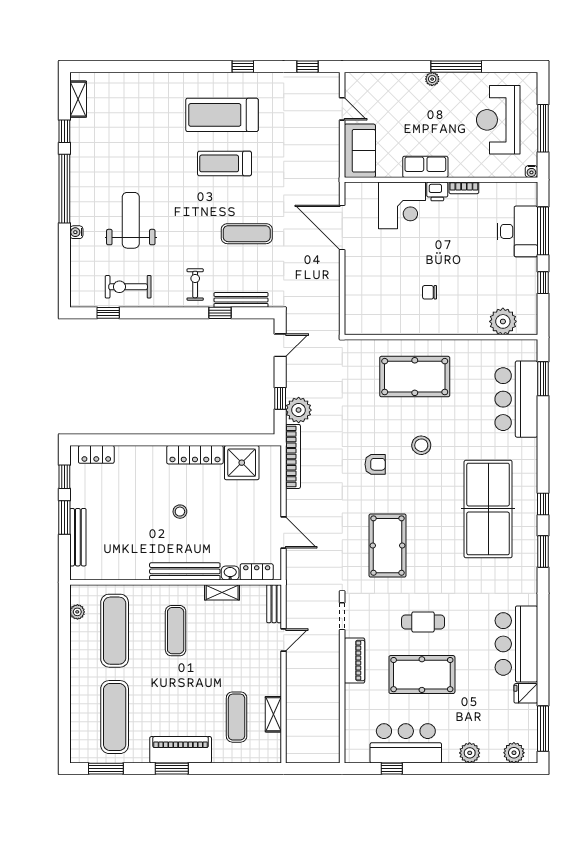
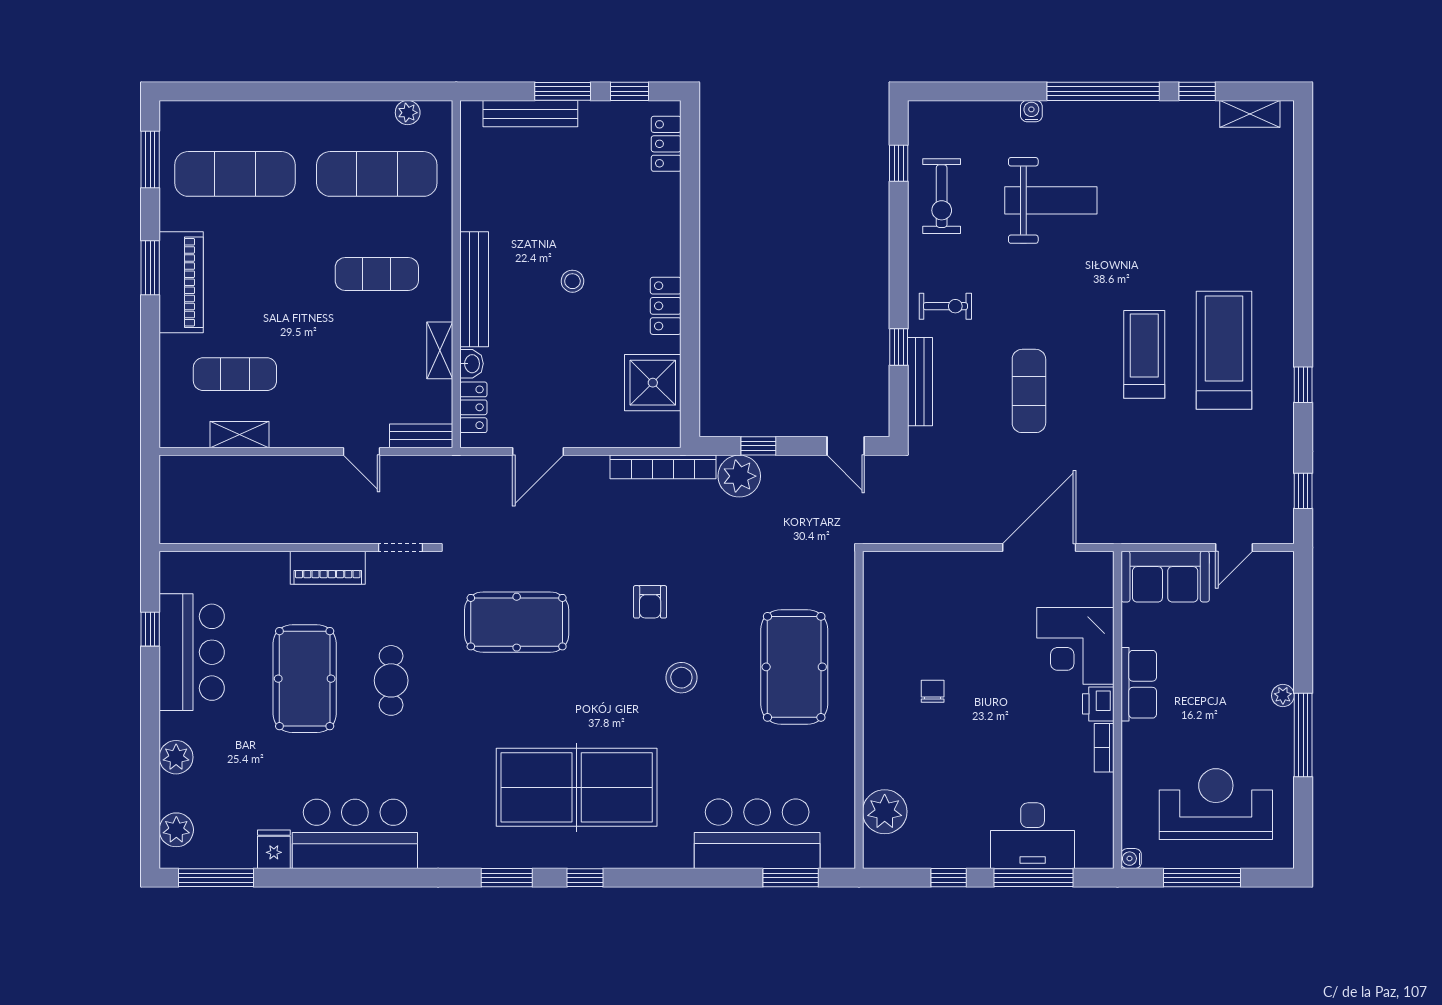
exercise bike: (128, 287) -> (942, 196), turned 180
locker: (195, 455) -> (666, 306), width x0.66

